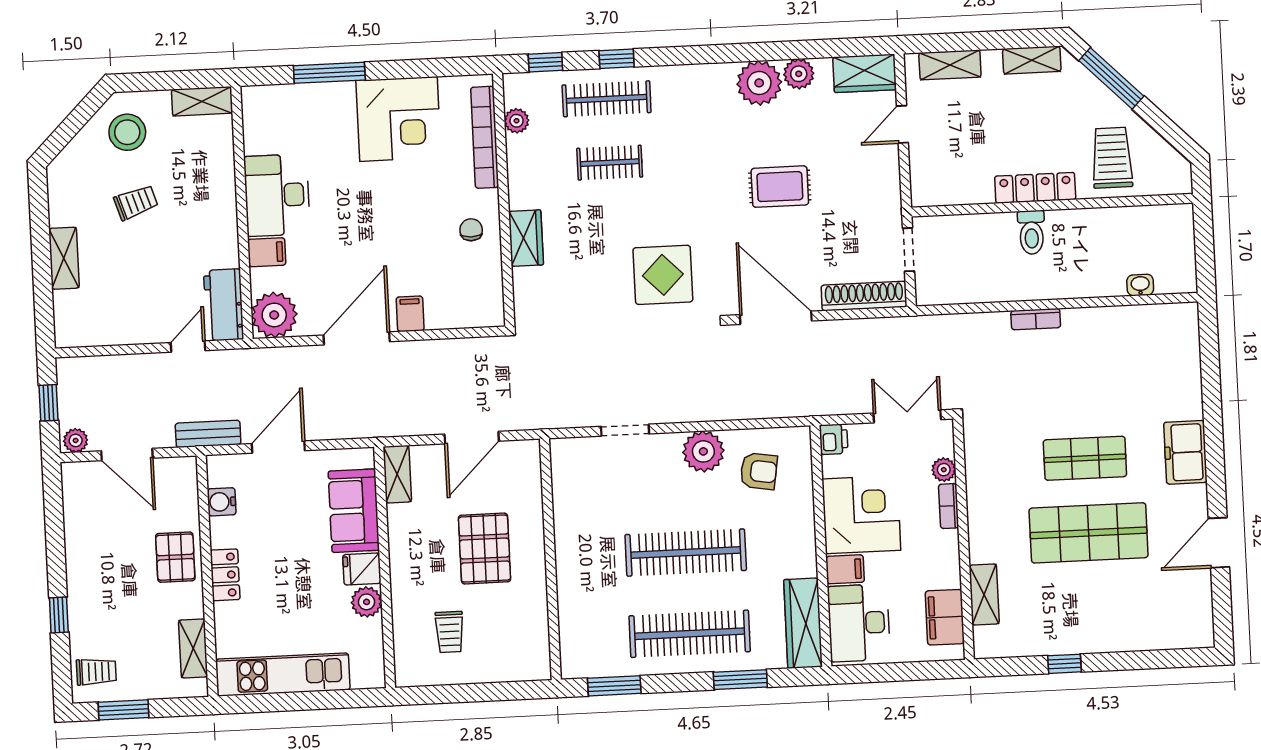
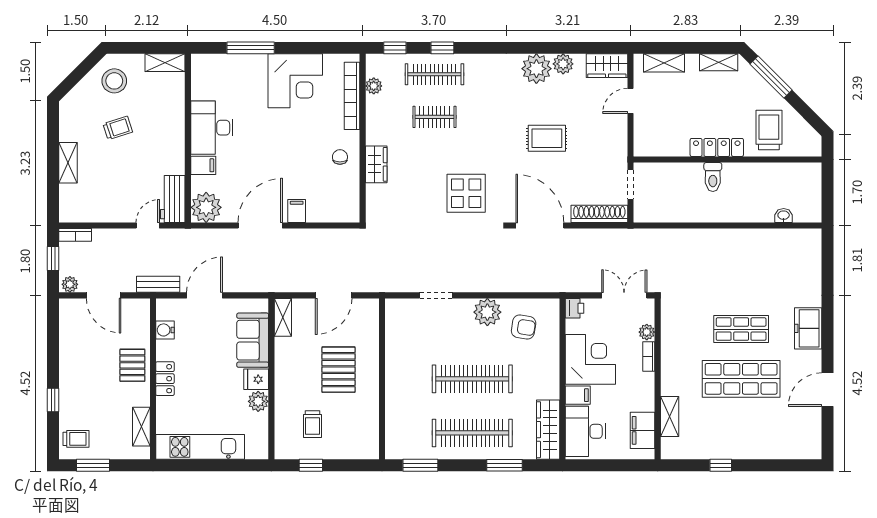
bookcase: (1036, 319) -> (75, 235), moved
window: (450, 694) -> (311, 465), added

